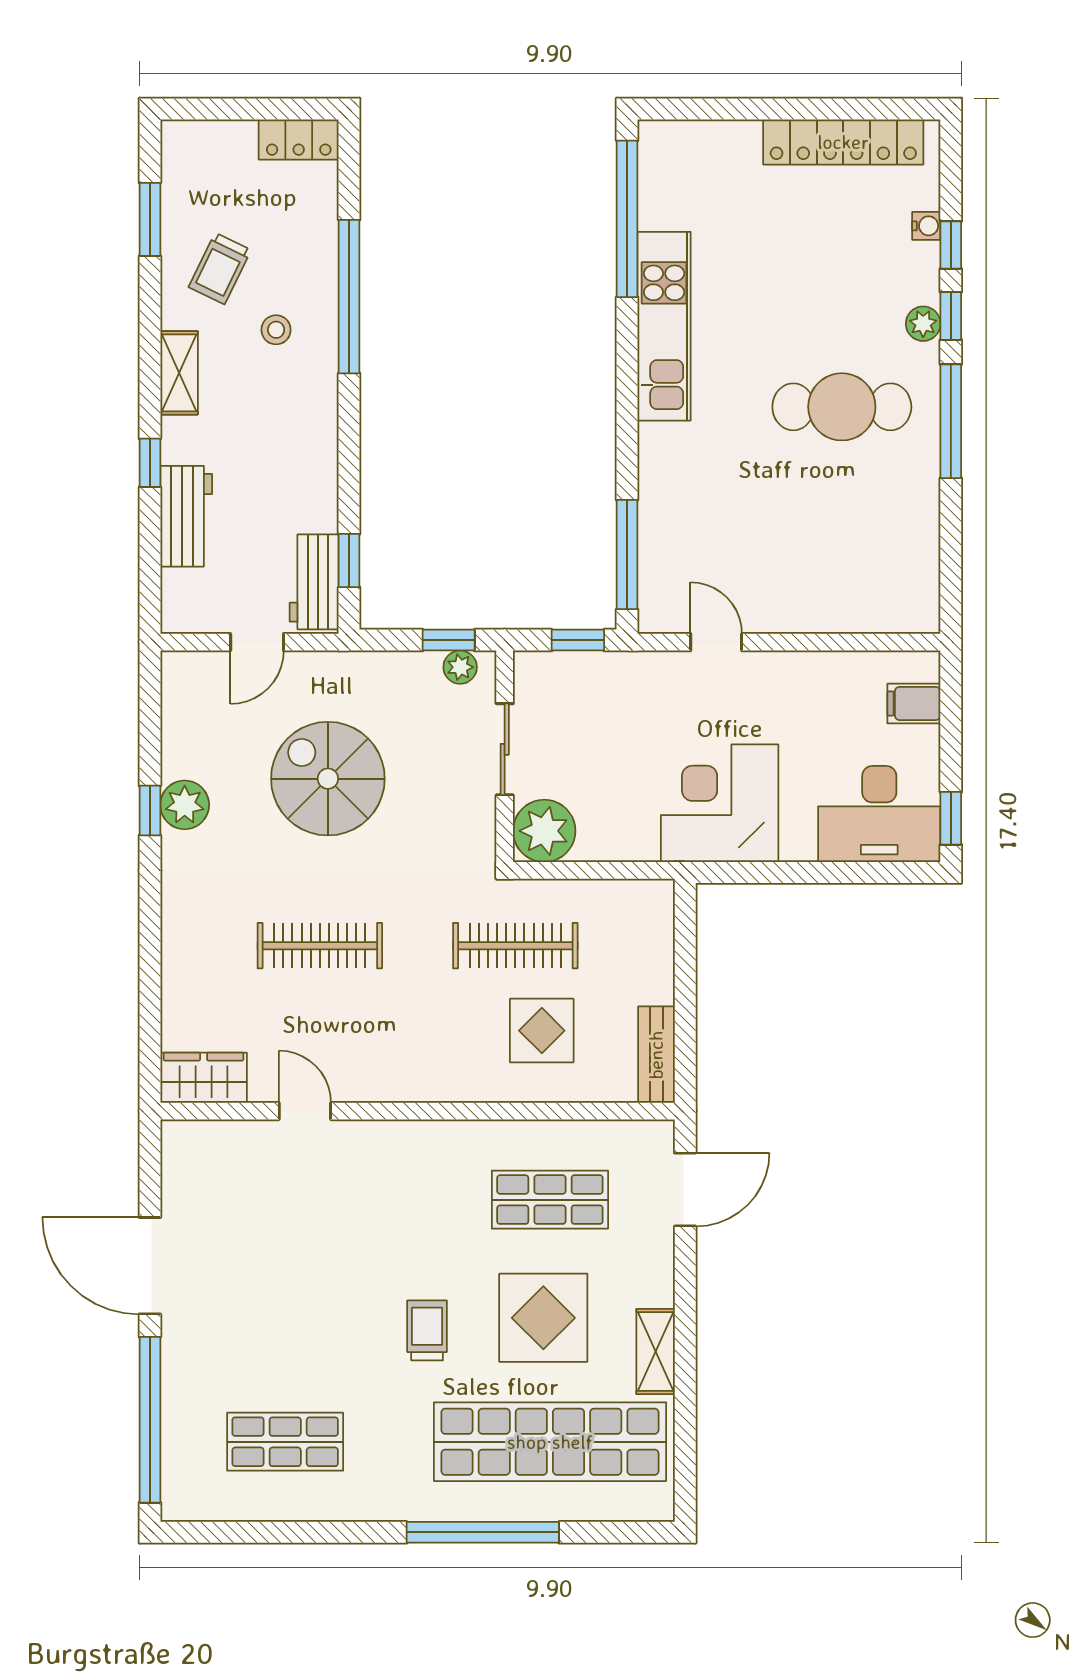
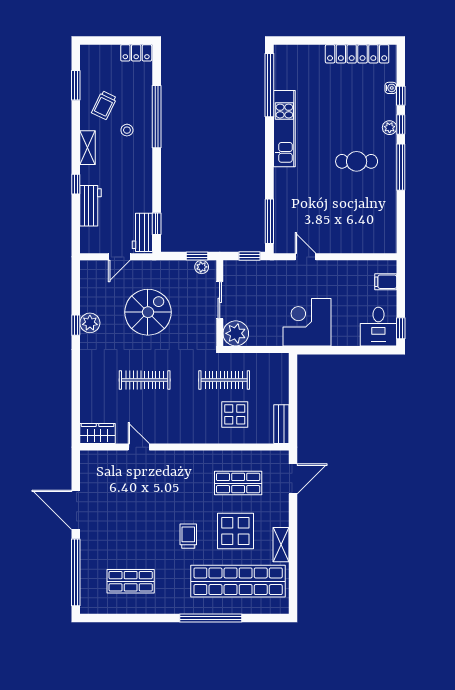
cafe table: (842, 407) -> (357, 161), width x0.73, depth x0.74
spiral stairs: (328, 779) -> (148, 312), turned 90
desk: (879, 814) -> (378, 327), width x0.73

